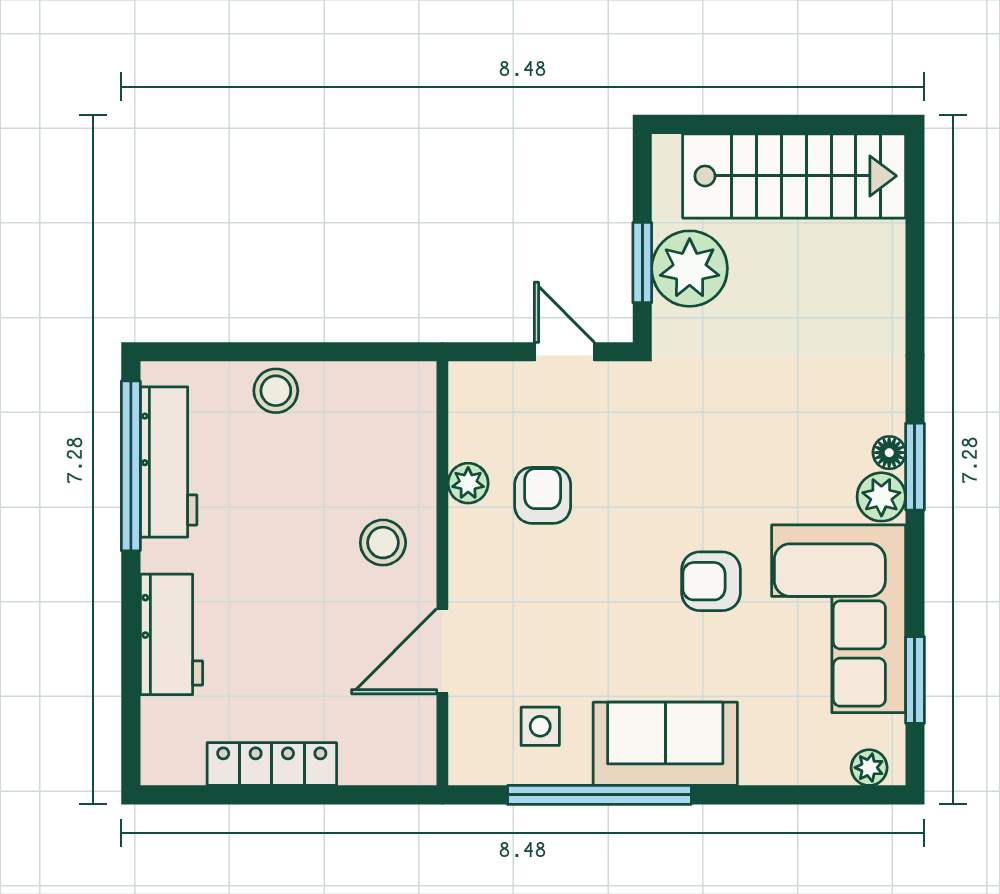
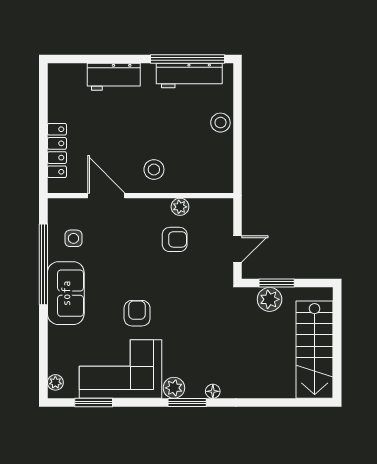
plant: (690, 269) -> (270, 299), width x0.73, depth x0.73
floor lamp: (889, 453) -> (213, 391), moved
locker: (272, 764) -> (57, 150), moved

